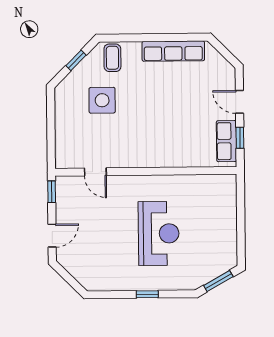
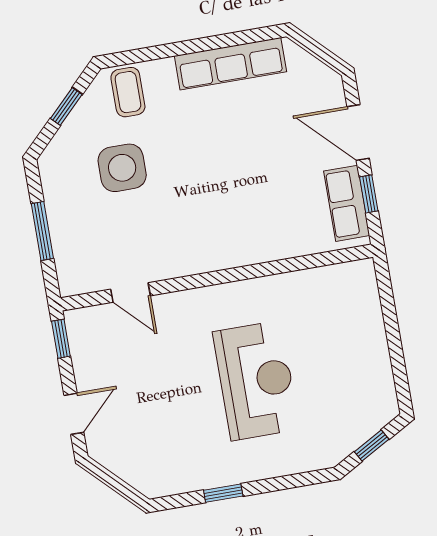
door: (239, 102) -> (358, 133), width x1.38
window: (51, 129) -> (42, 231), added
window: (218, 281) -> (372, 446), width x0.67
window: (147, 294) -> (223, 493), moved

